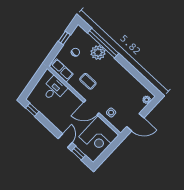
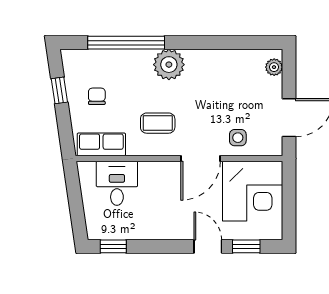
plant: (98, 53) -> (169, 65), moved

